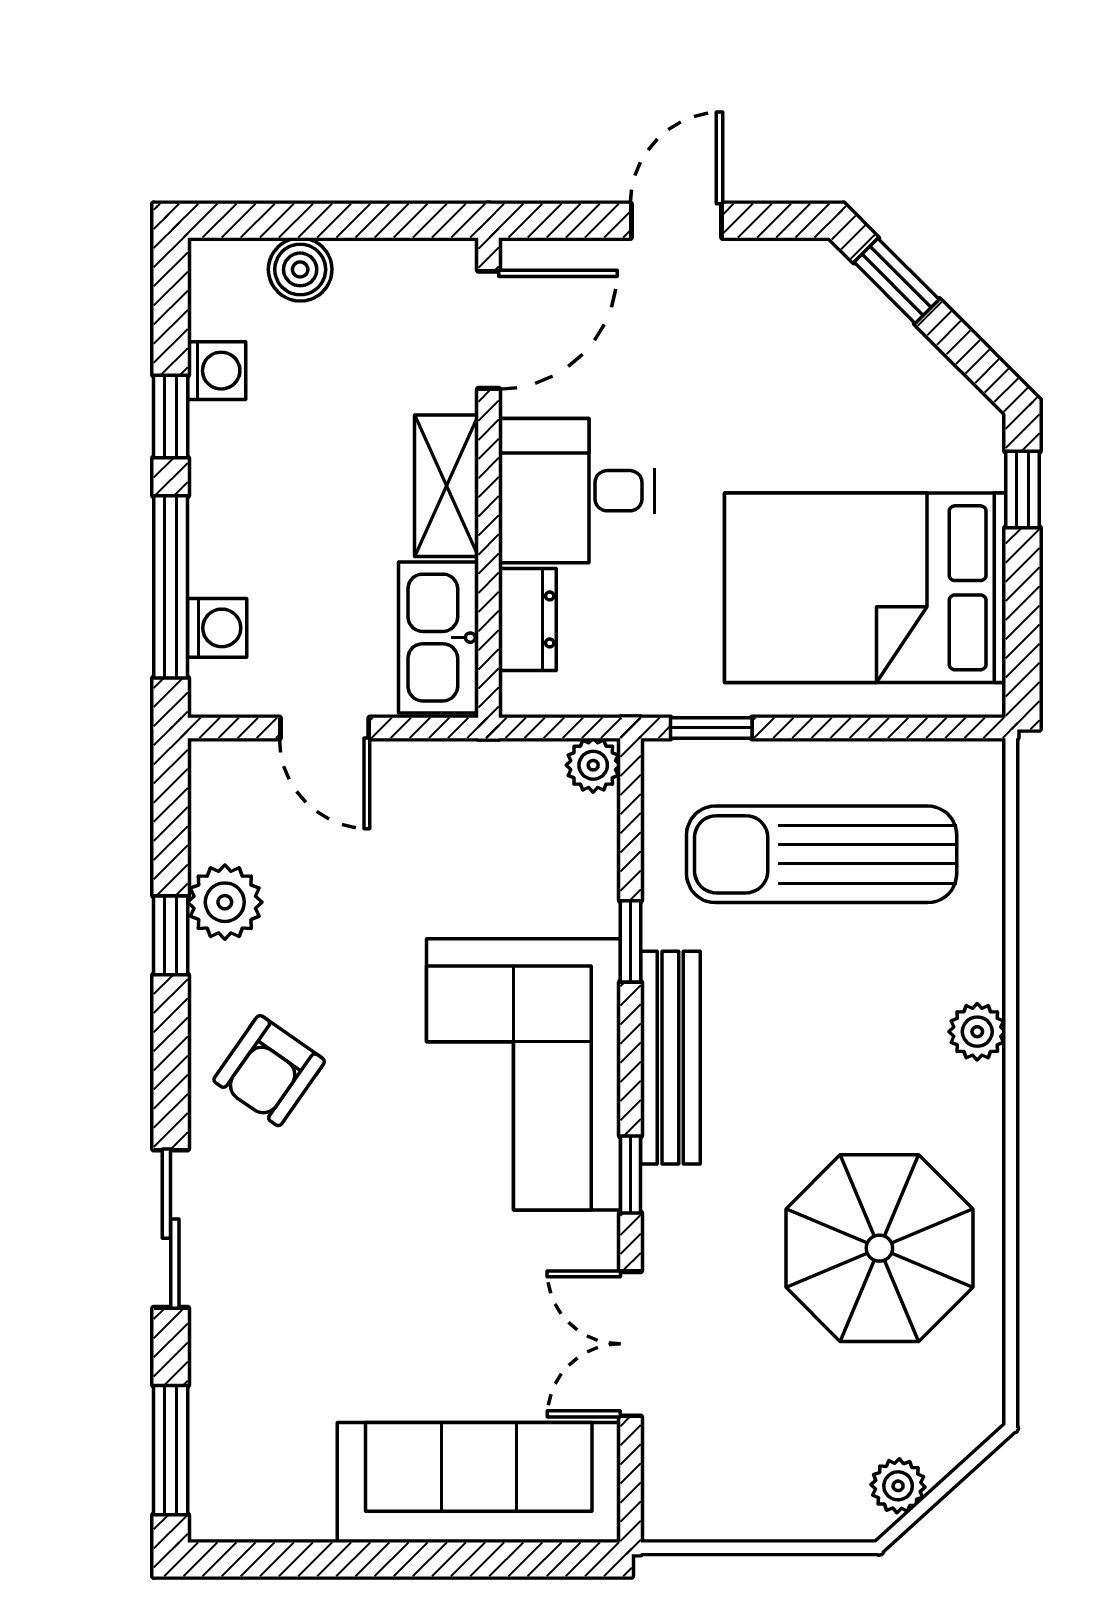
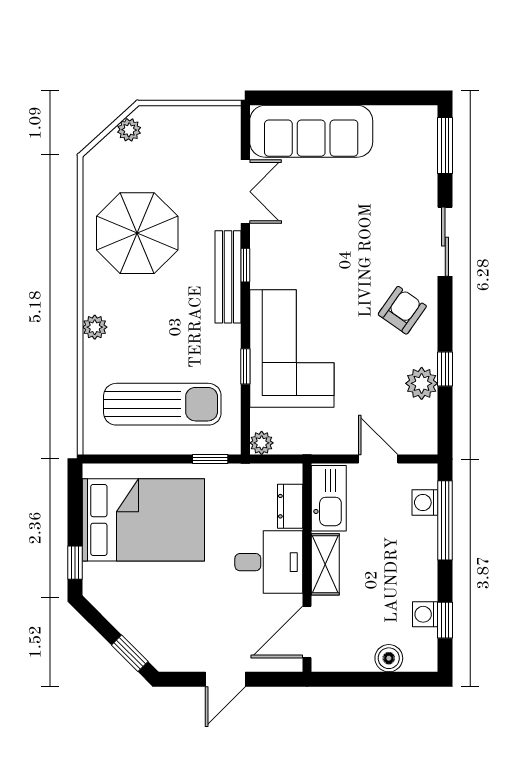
window: (171, 417) -> (445, 620), moved
bench: (670, 1058) -> (228, 277), moved
corner sofa: (523, 1074) -> (292, 349), moved

